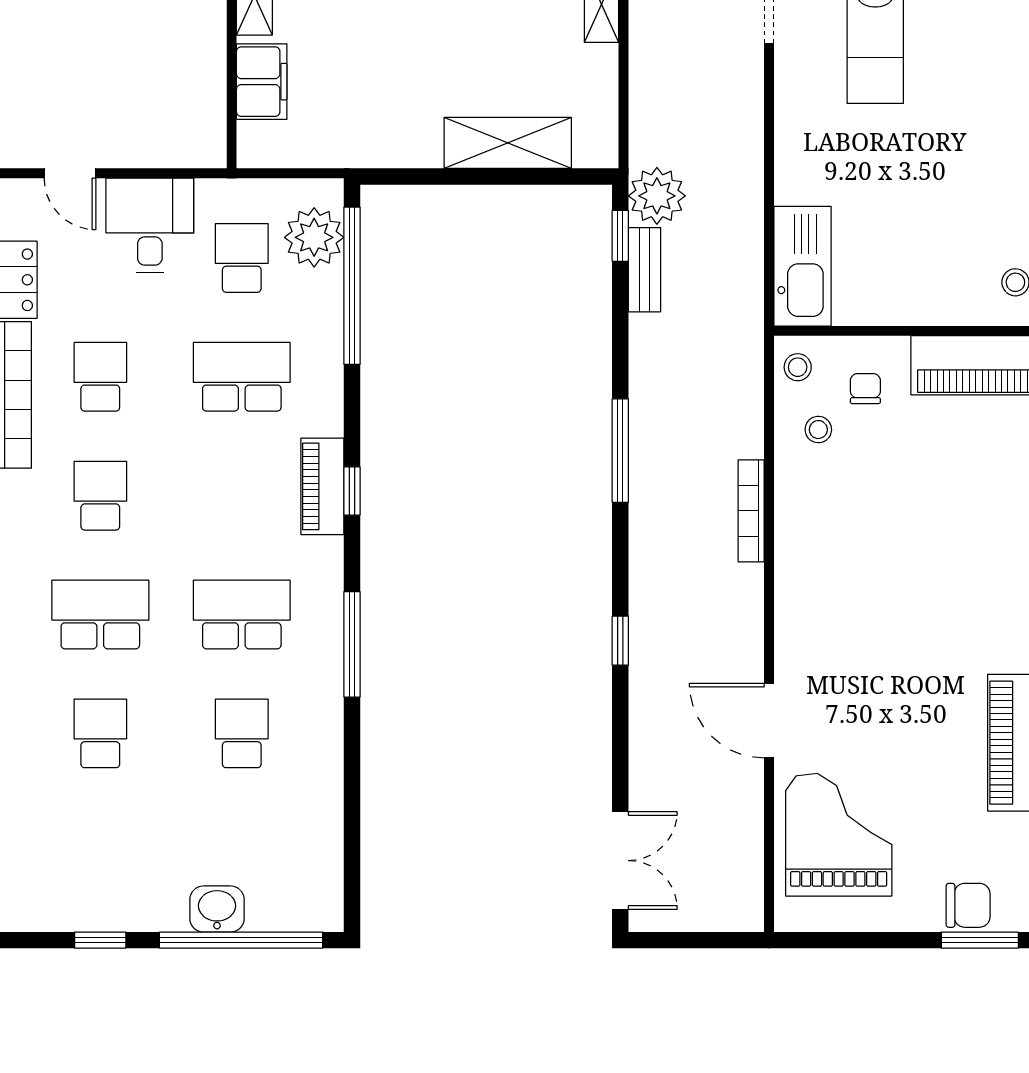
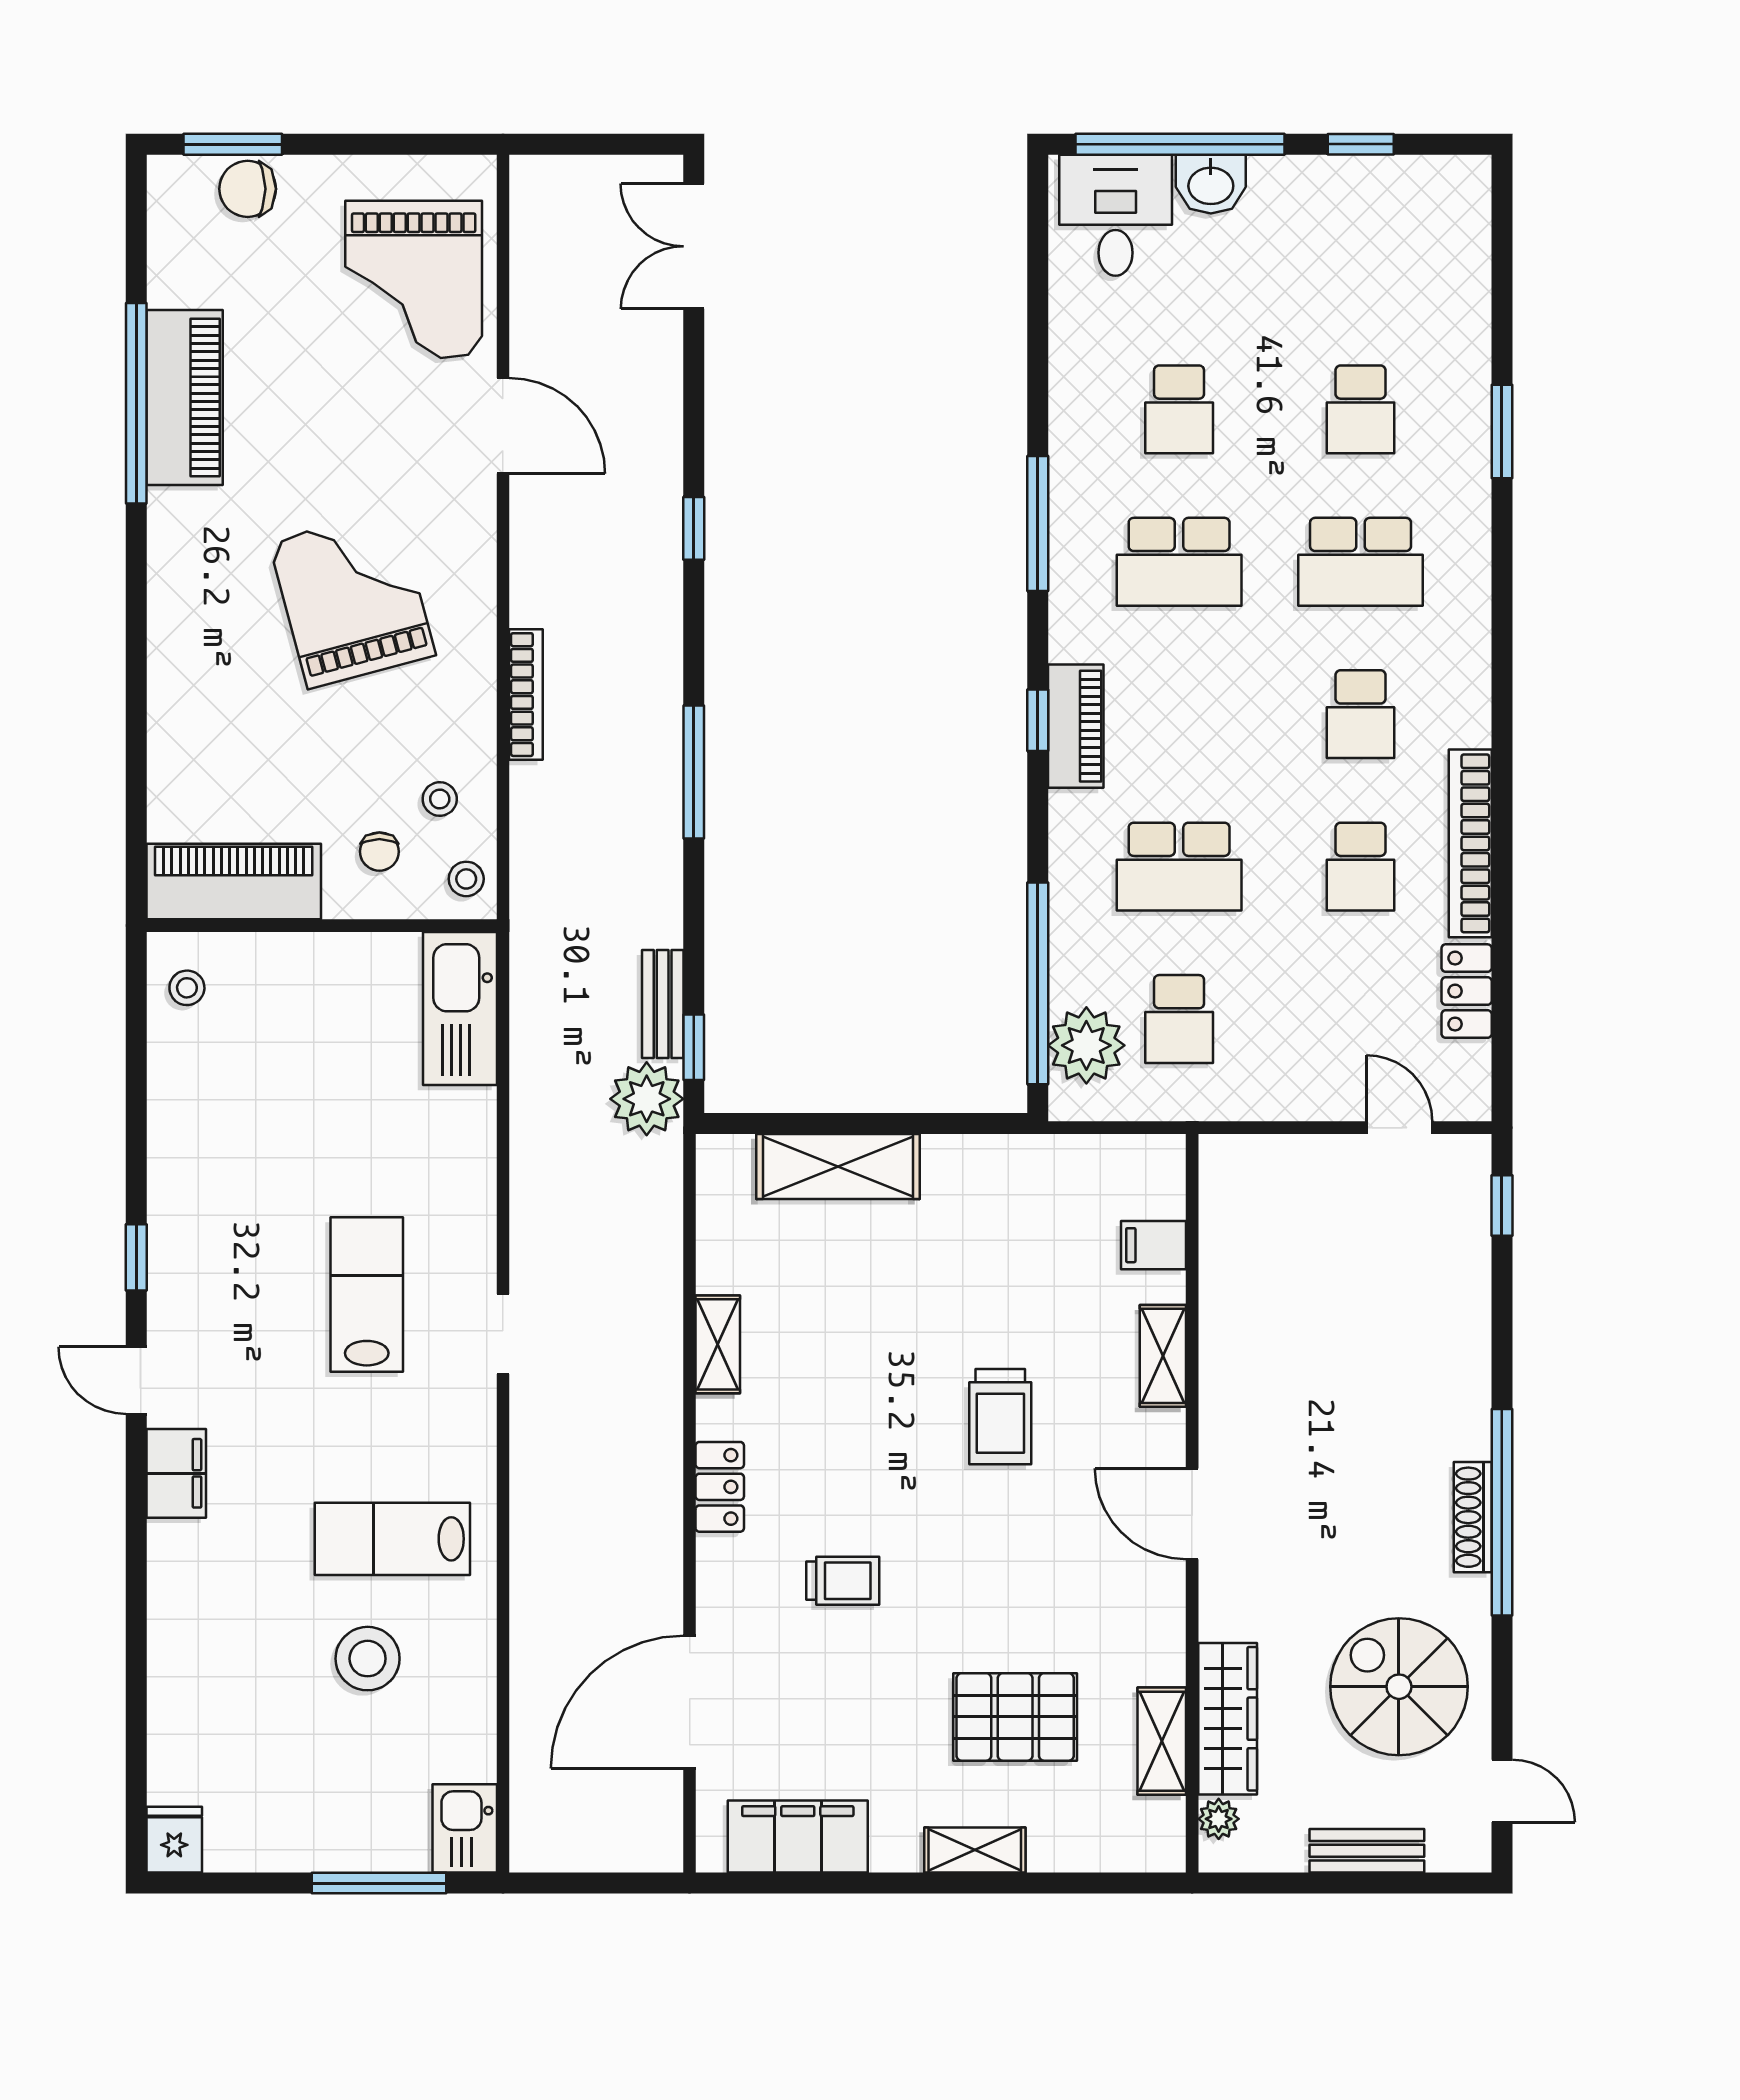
filing cabinet: (262, 82) -> (1154, 1245), width x0.50
desk: (150, 225) -> (1116, 215), moved, turned 180
grand piano: (887, 586) -> (352, 599), added

